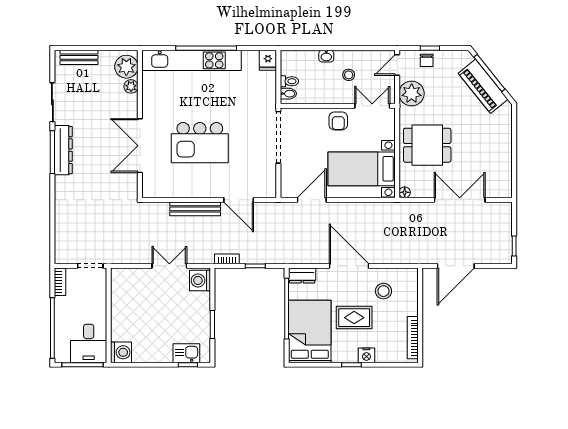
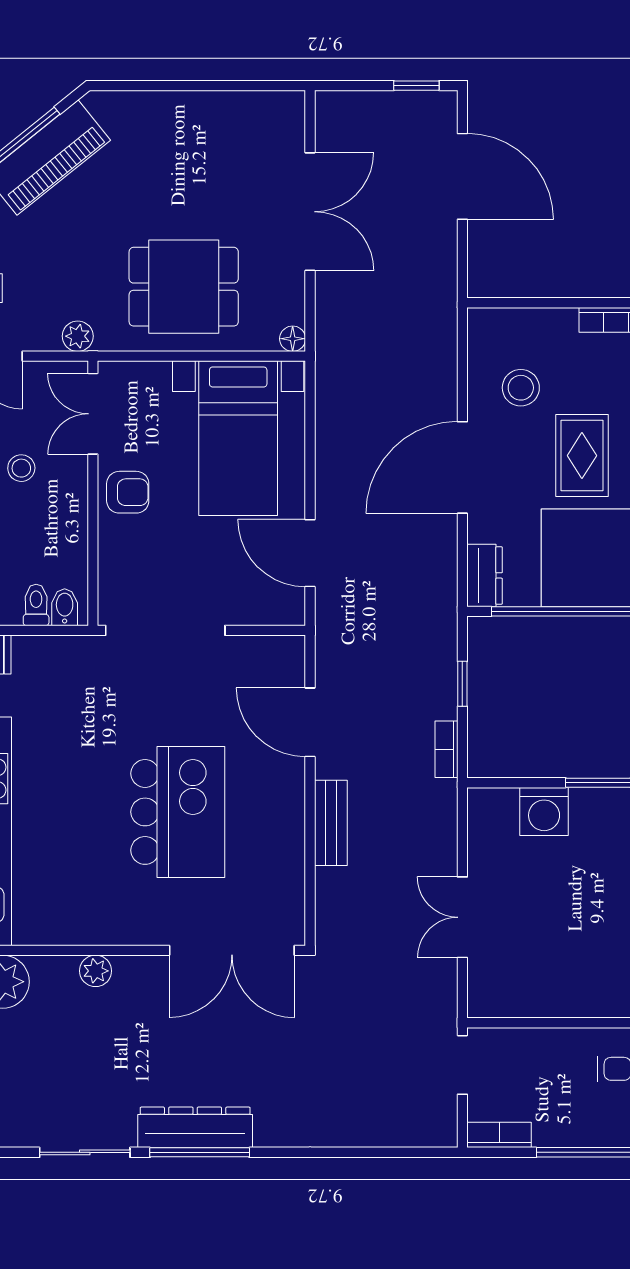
plant: (131, 86) -> (96, 971), moved
plant: (412, 93) -> (78, 336), width x0.53, depth x0.53
dining table: (427, 145) -> (184, 287), turned 90
double door: (140, 146) -> (232, 950), moved
door: (239, 200) -> (310, 722), swing flipped
double door: (460, 200) -> (310, 212), swing flipped
bench: (195, 209) -> (331, 823), width x0.73
double door: (169, 266) -> (462, 917), moved
door: (456, 266) -> (462, 176), moved
washing machine: (200, 280) -> (544, 811), moved

